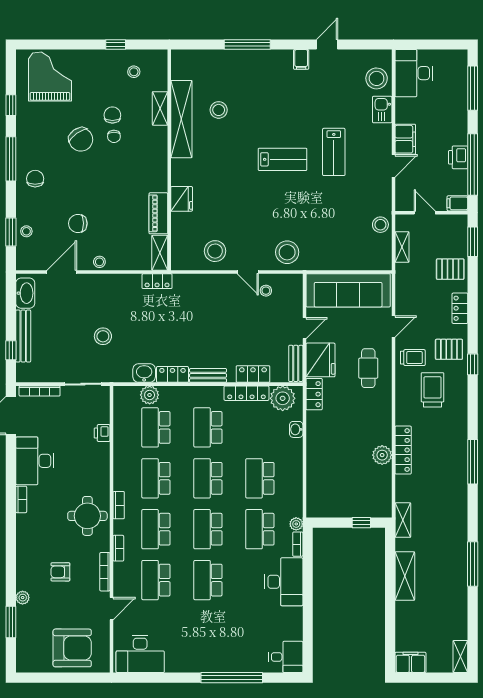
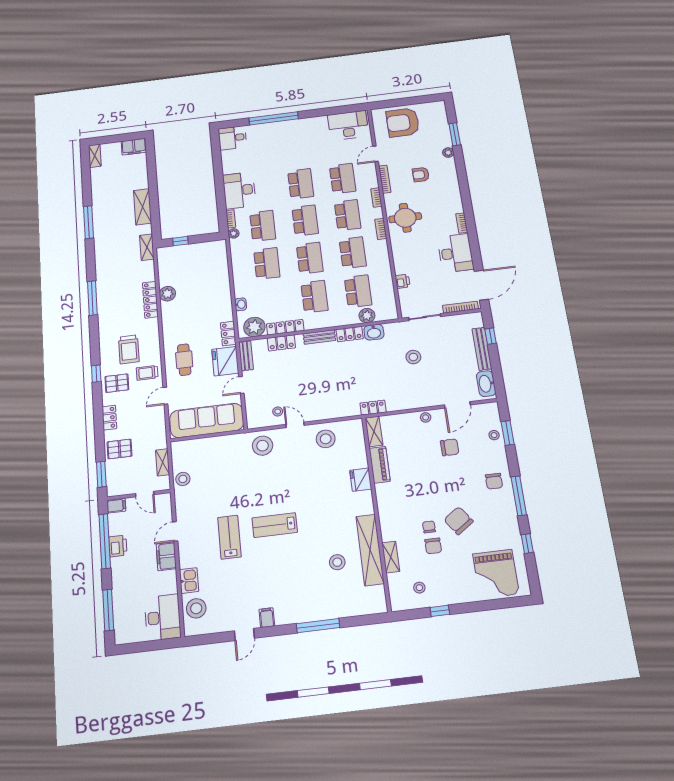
armchair: (60, 572) -> (421, 175), turned 180

